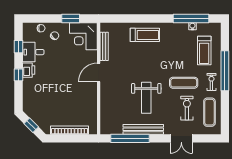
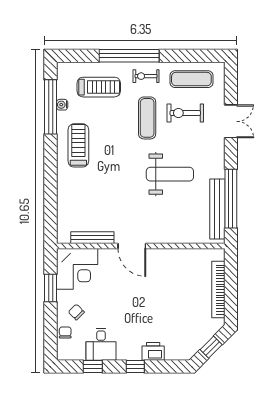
treadmill: (145, 35) -> (78, 145), moved
printer: (29, 70) -> (153, 351), moved
bench: (143, 129) -> (217, 209), moved

